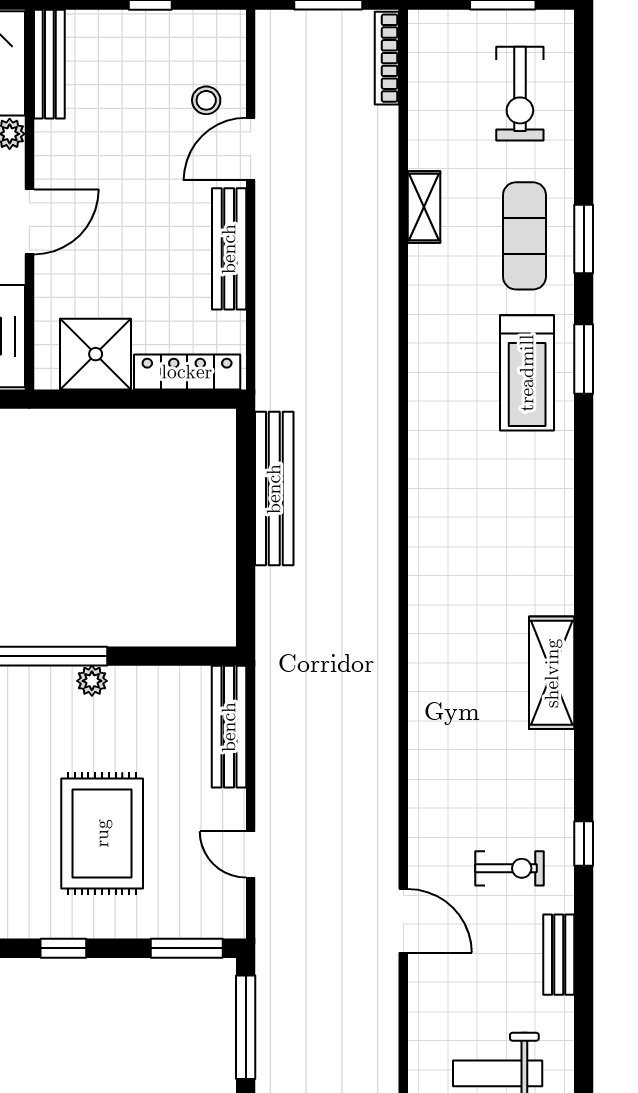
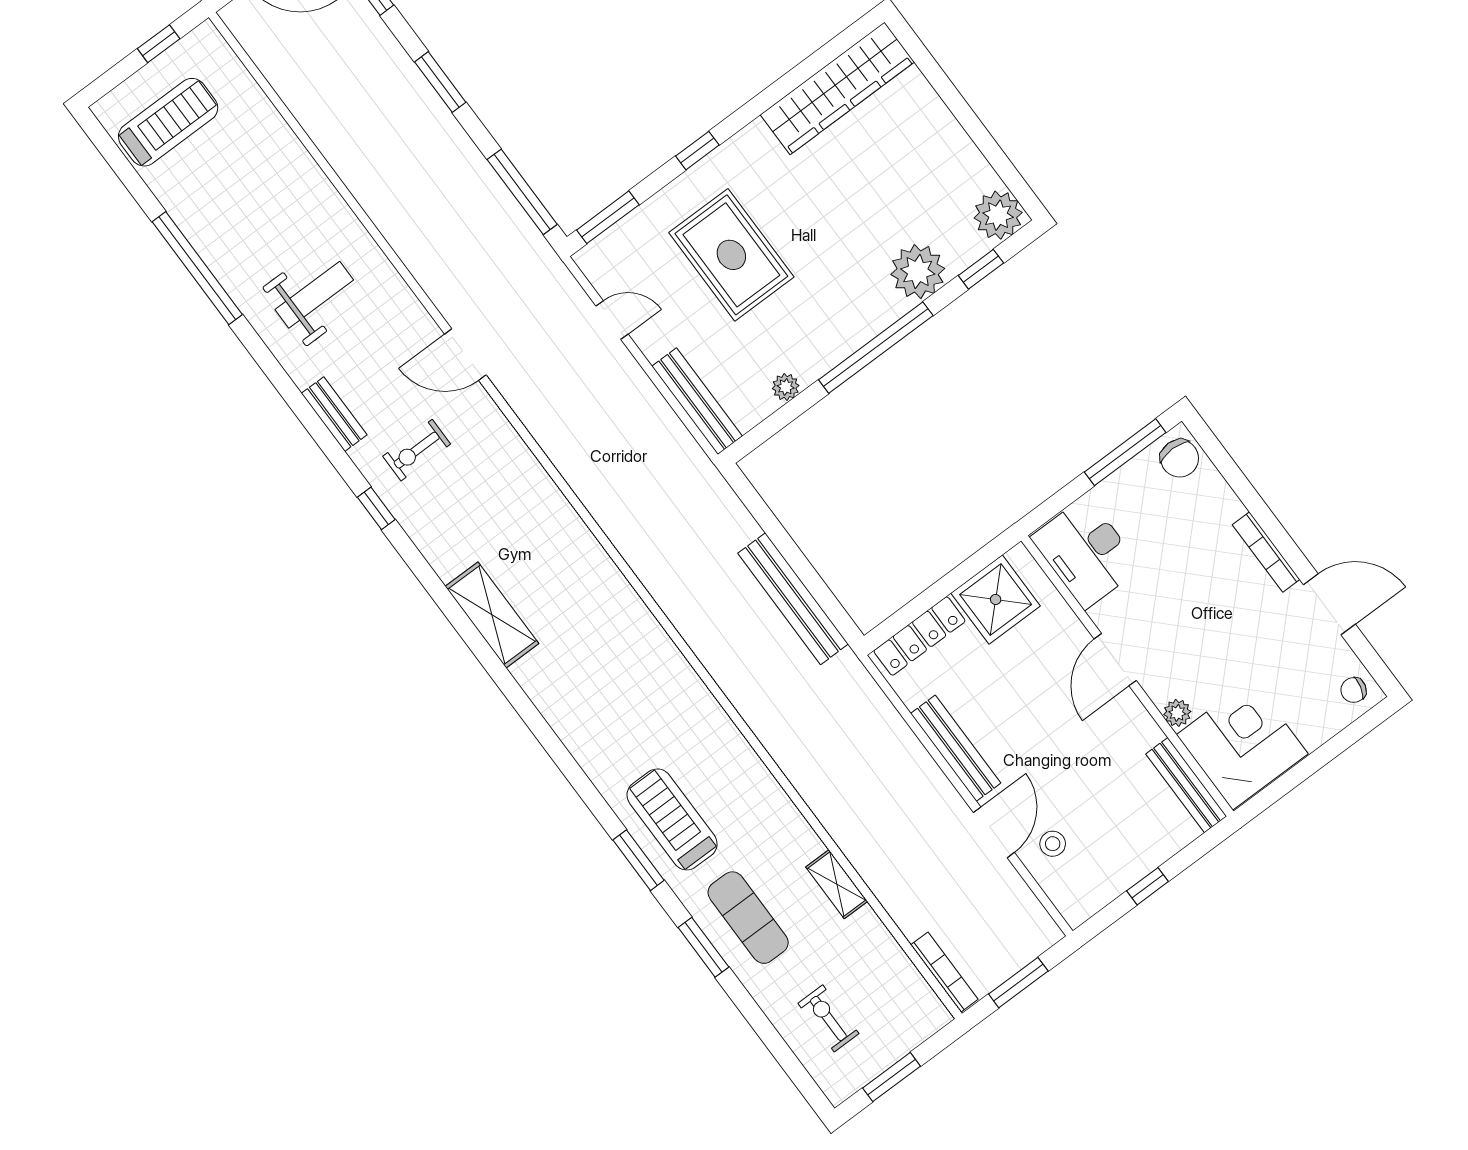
exercise bike: (520, 94) -> (828, 1018), width x0.73, depth x0.72
plant: (92, 681) -> (786, 387), moved

